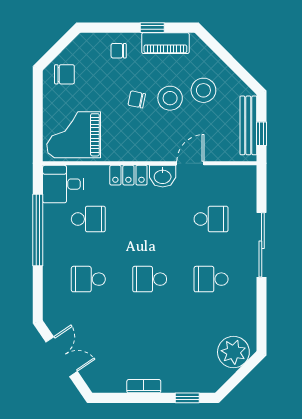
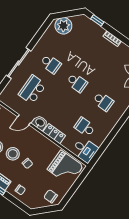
school desk: (211, 219) -> (32, 90), width x1.85
window: (38, 230) -> (110, 138), removed

